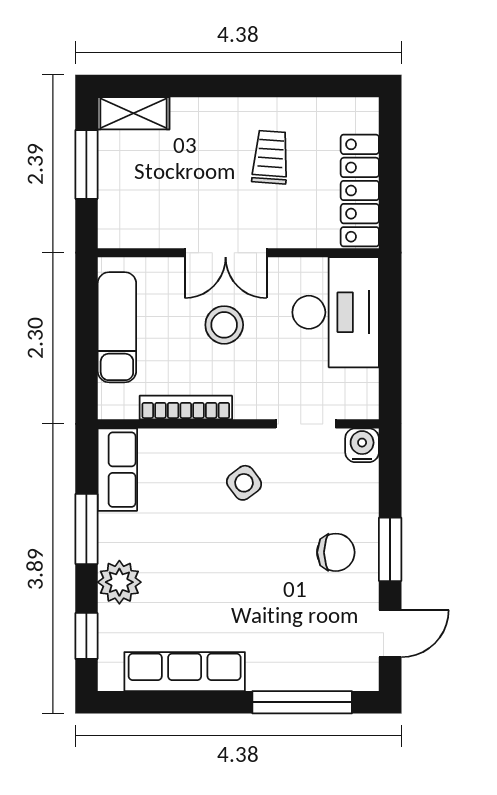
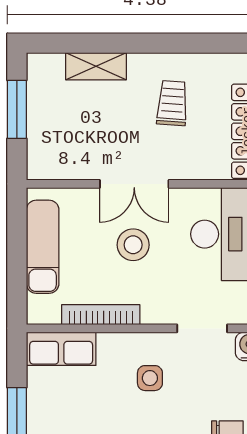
shelving: (134, 113) -> (96, 66), moved
row of seats: (117, 470) -> (61, 349), moved, turned 90
side table: (244, 483) -> (150, 378), turned 37

